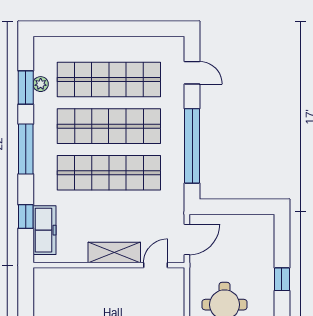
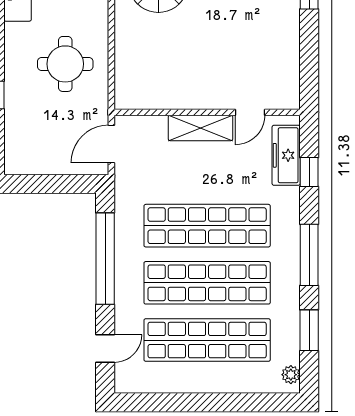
door: (192, 73) -> (105, 348), swing flipped
plant: (41, 84) -> (291, 375), moved
door: (156, 265) -> (250, 112), moved

